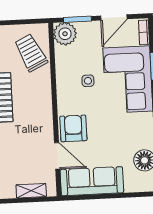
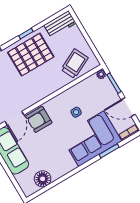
plant: (65, 34) -> (101, 74), width x0.53, depth x0.53
armchair: (73, 128) -> (39, 119), turned 180

